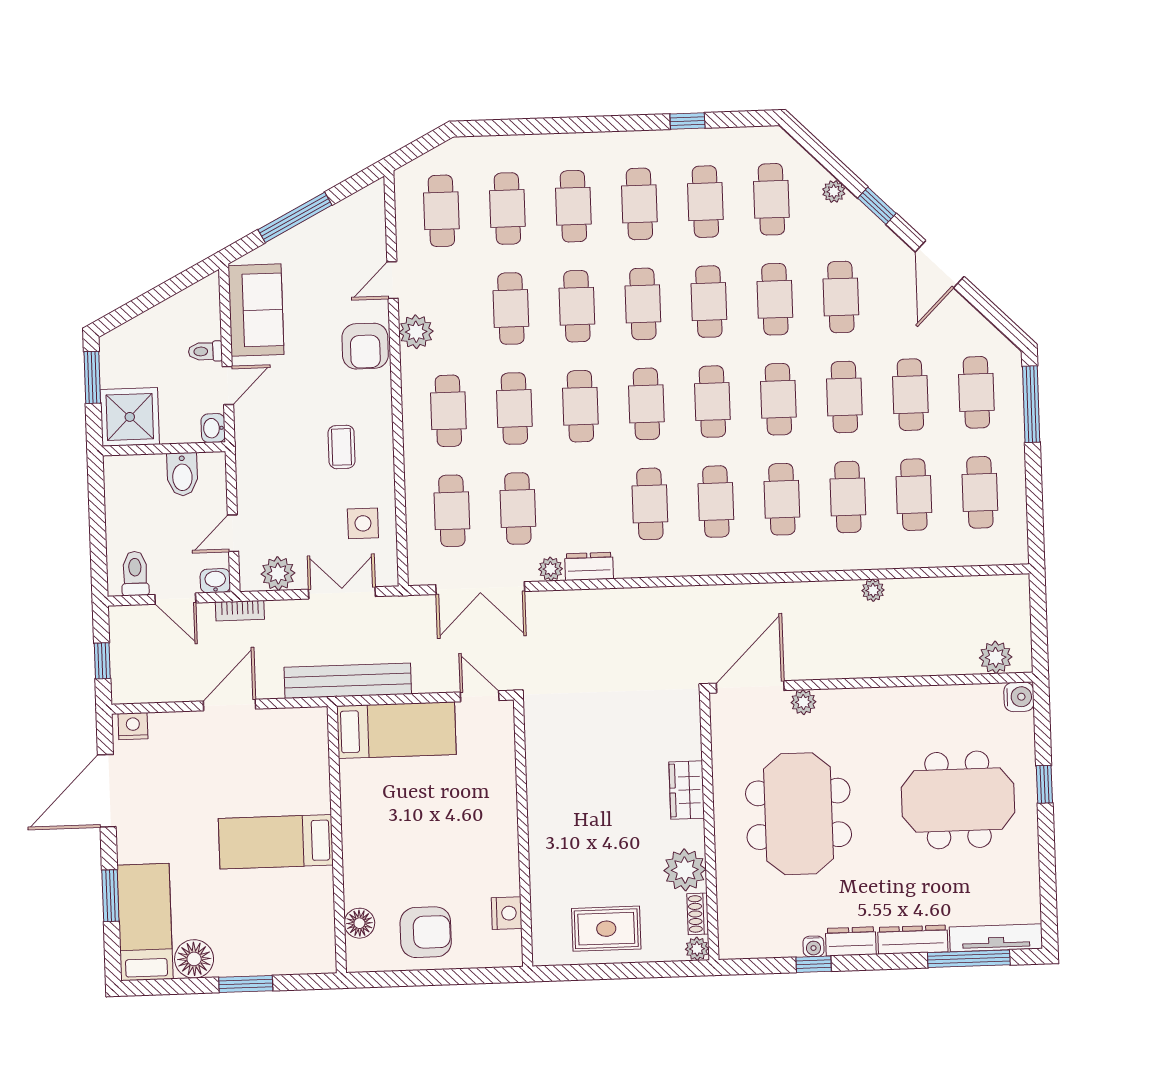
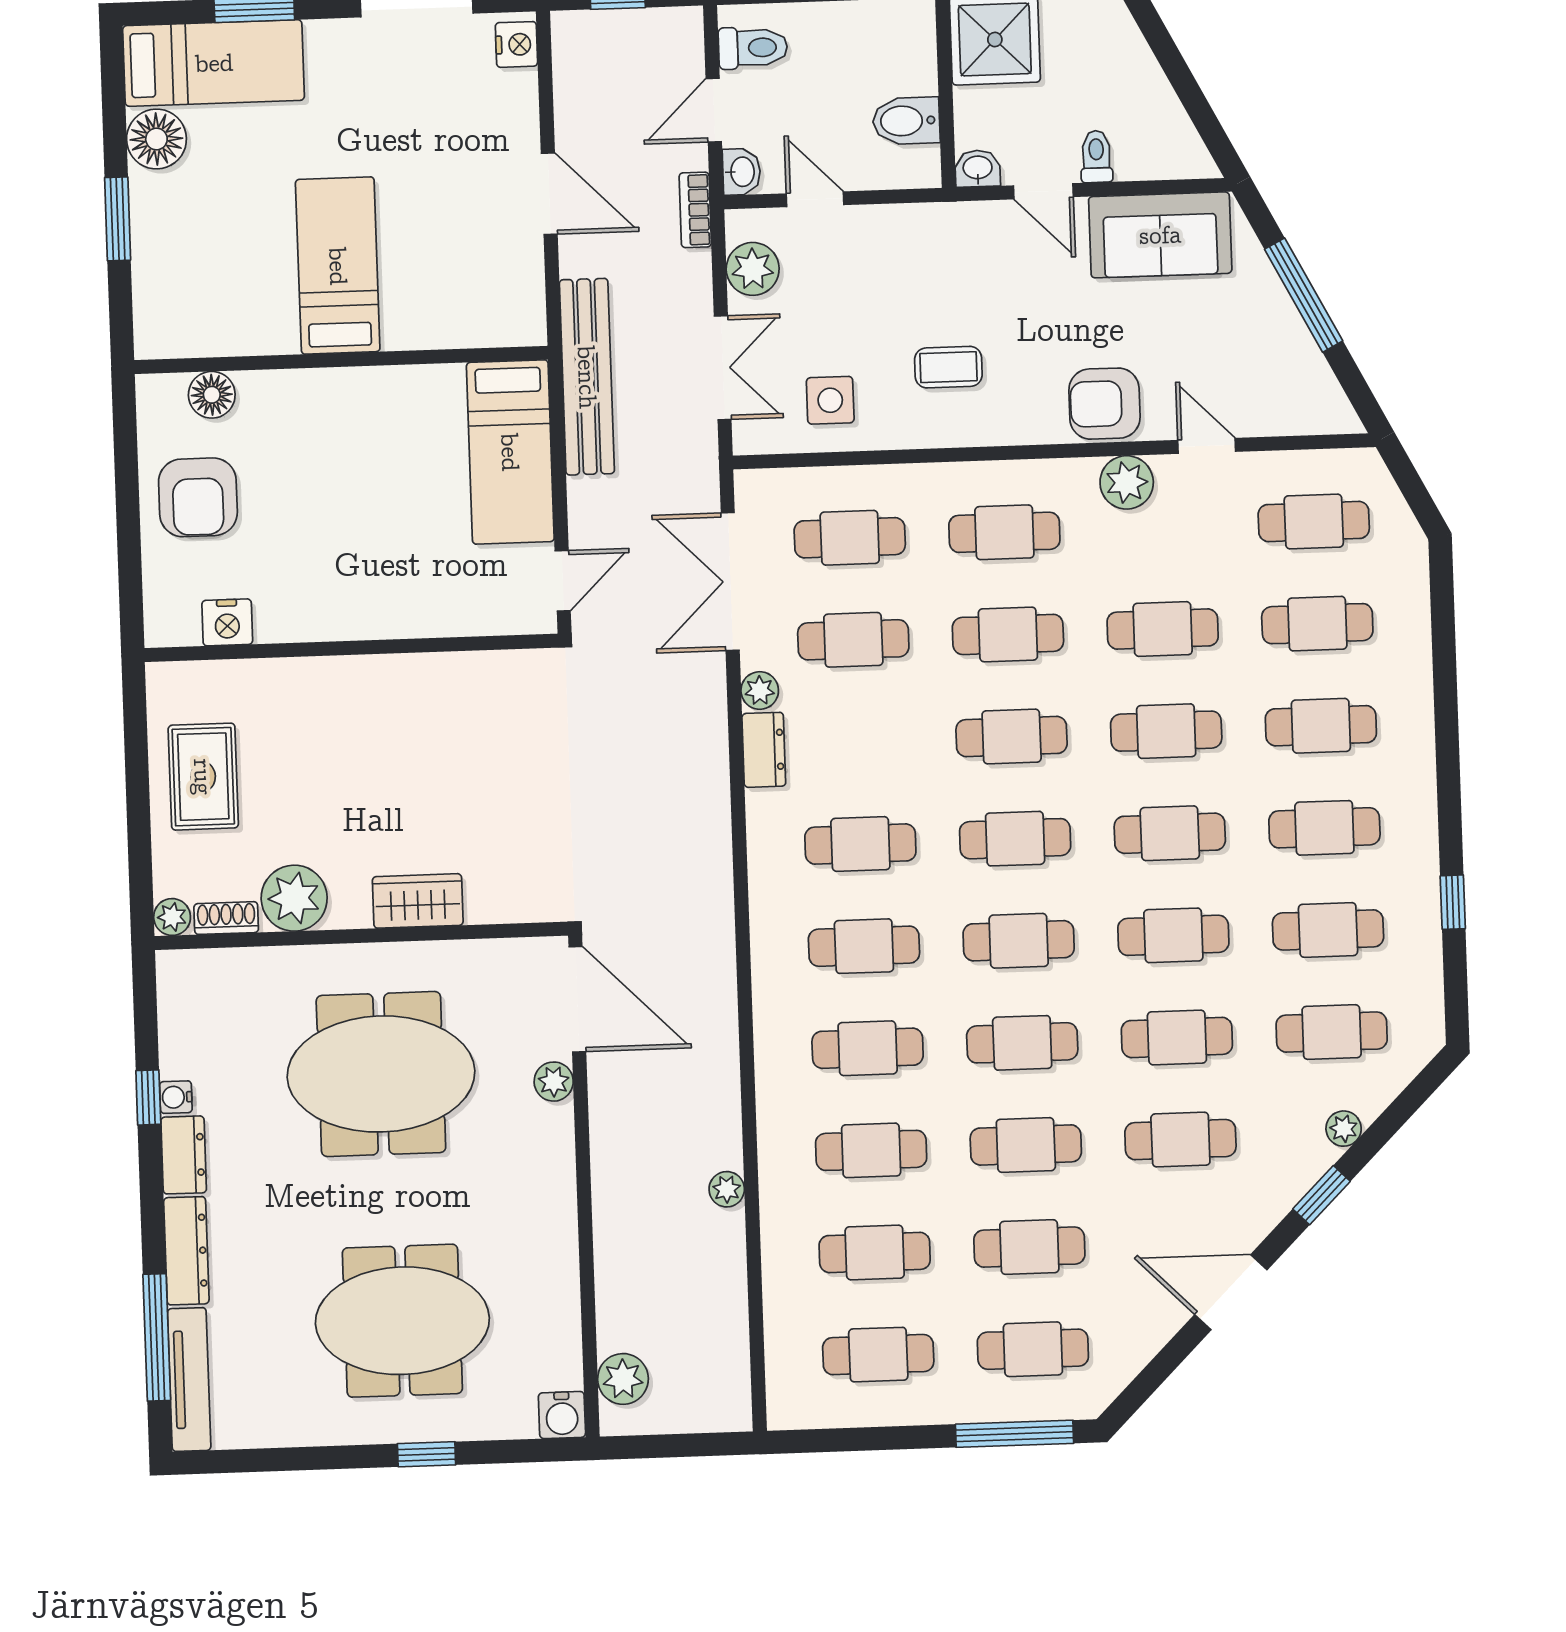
meeting table: (958, 800) -> (402, 1321), turned 90

